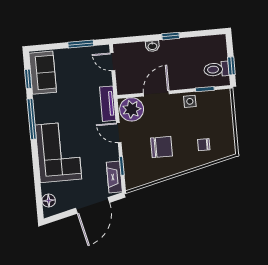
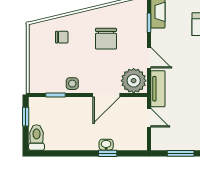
window: (171, 36) -> (108, 153), moved
door: (112, 62) -> (149, 118), moved
toilet: (216, 69) -> (37, 137), moved, turned -90
chair: (161, 147) -> (106, 39), turned -90

